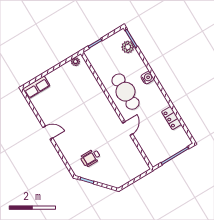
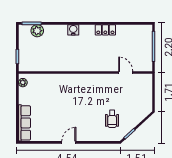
row of seats: (36, 87) -> (24, 123), width x1.48
cafe table: (125, 92) -> (74, 55), removed
locker: (172, 118) -> (105, 30), moved
door: (128, 129) -> (126, 73), moved

